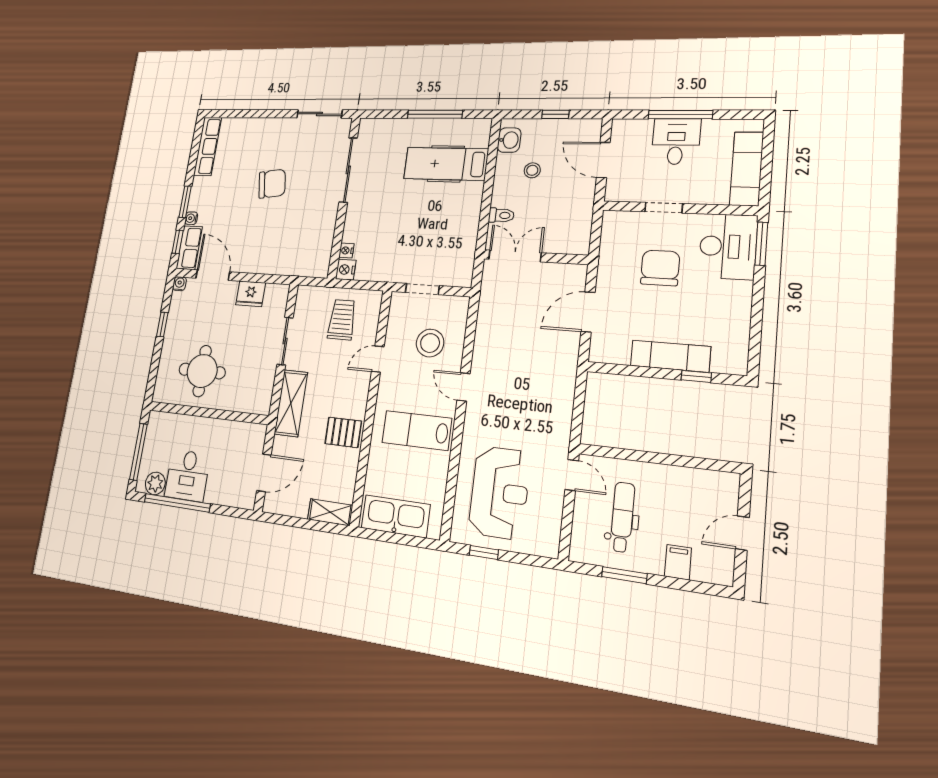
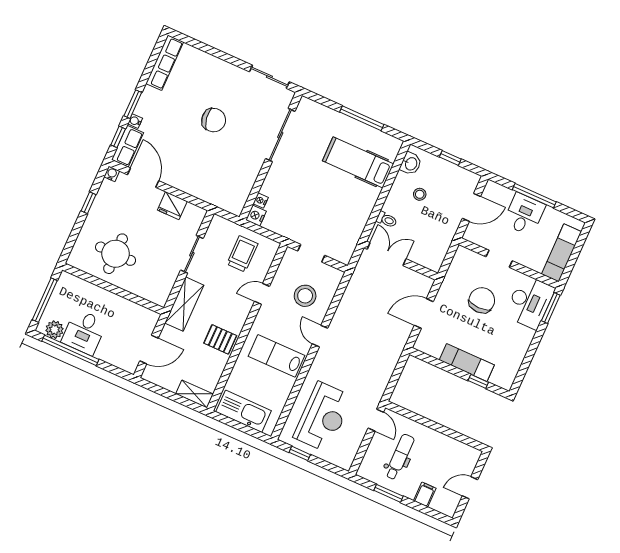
door: (603, 160) -> (471, 207), swing flipped

